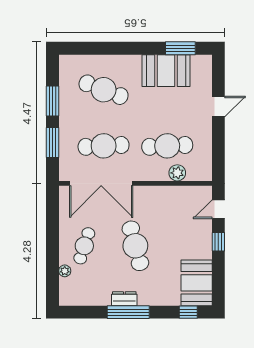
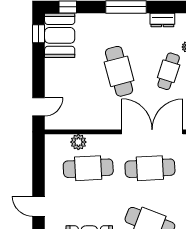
door: (218, 107) -> (39, 206), hinge flipped
window: (218, 242) -> (39, 34), moved
dresser: (124, 299) -> (162, 20), moved

